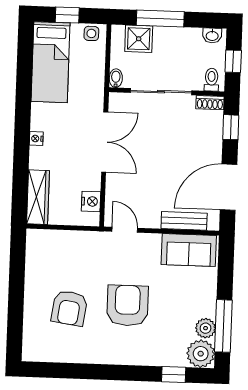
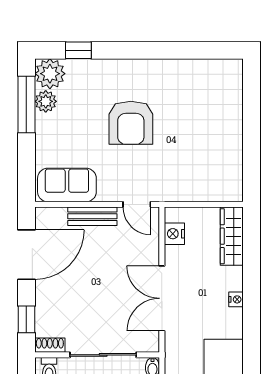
bench: (184, 221) -> (92, 216), moved
armchair: (69, 308) -> (194, 118), removed

